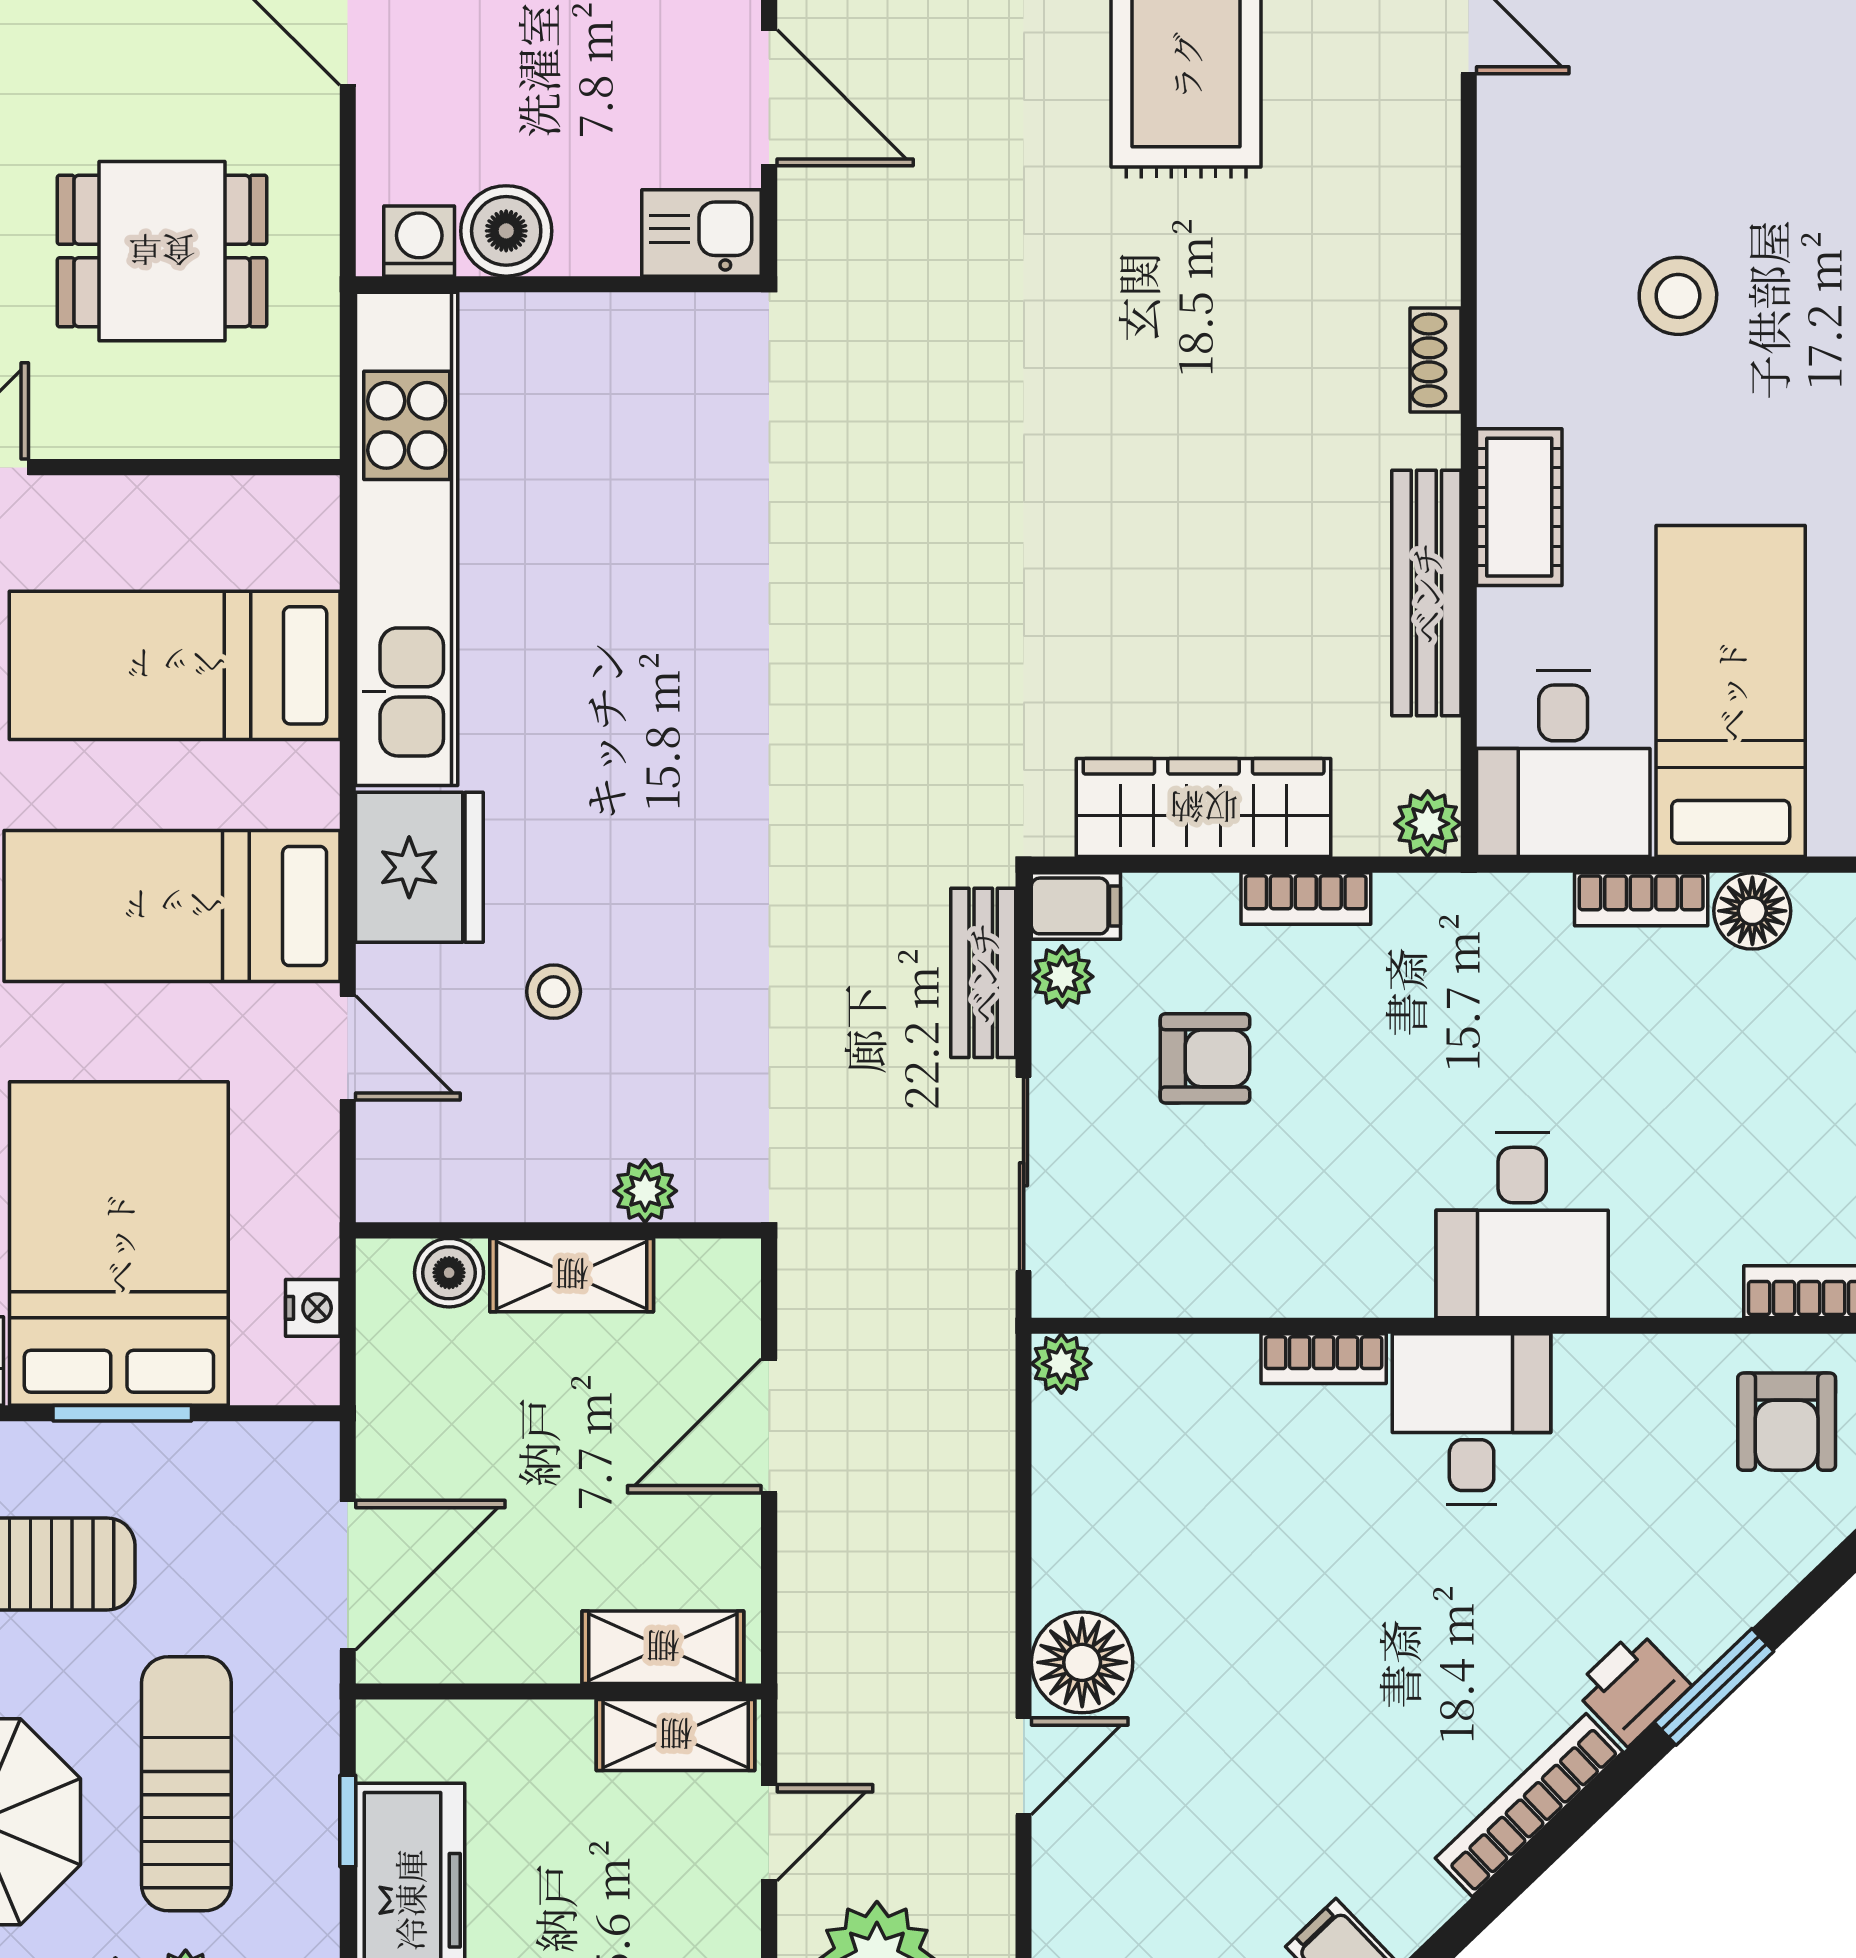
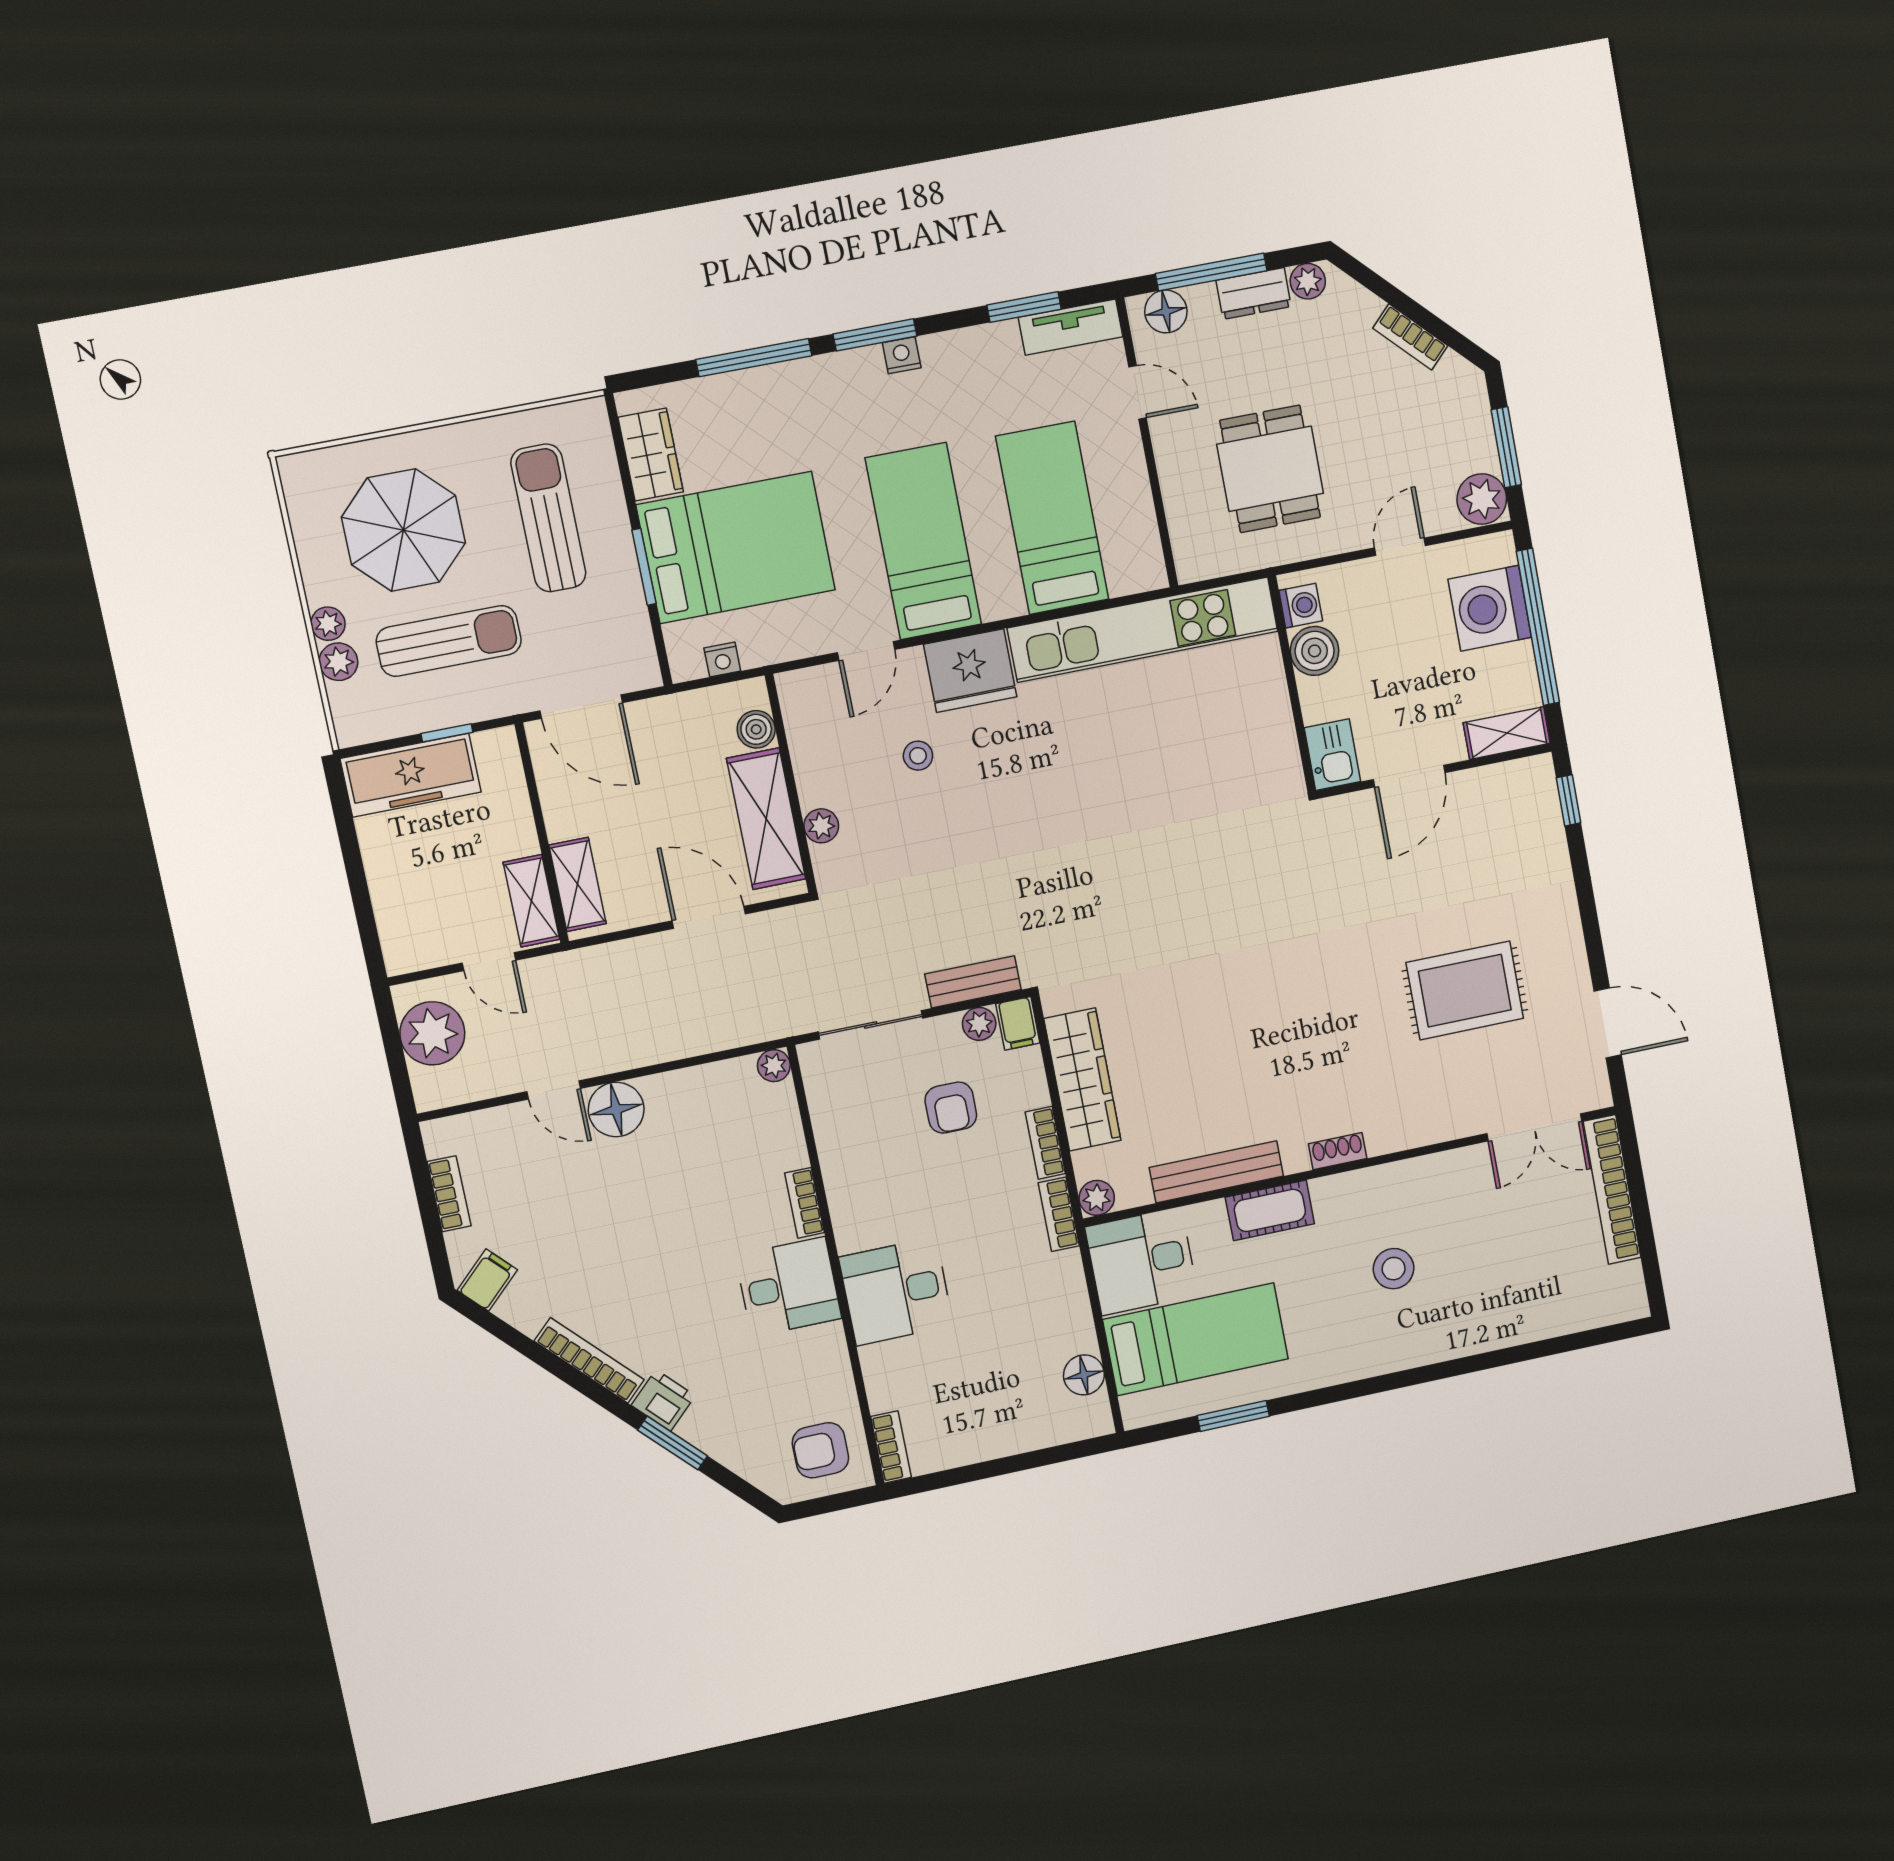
bookcase: (1641, 899) -> (1059, 1214), moved
shelving: (572, 1275) -> (766, 819), width x1.50, depth x1.33

